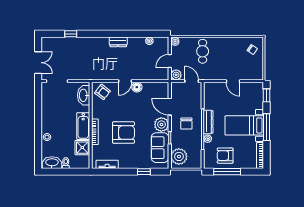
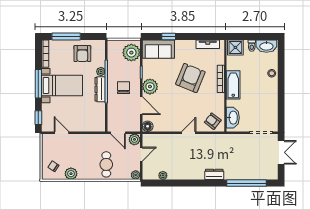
window: (71, 34) -> (247, 183), width x3.17
dresser: (118, 42) -> (214, 174), moved
plant: (236, 43) -> (71, 174), added
double door: (38, 63) -> (281, 152), swing flipped
door: (233, 81) -> (62, 133), moved
floor lamp: (137, 87) -> (148, 126), moved
armchair: (123, 133) -> (190, 78), turned 112
shower: (82, 148) -> (235, 47), moved
sofa: (160, 148) -> (158, 49), moved, turned 90
armchair: (225, 156) -> (82, 53), turned 90
window: (227, 172) -> (66, 36), moved

